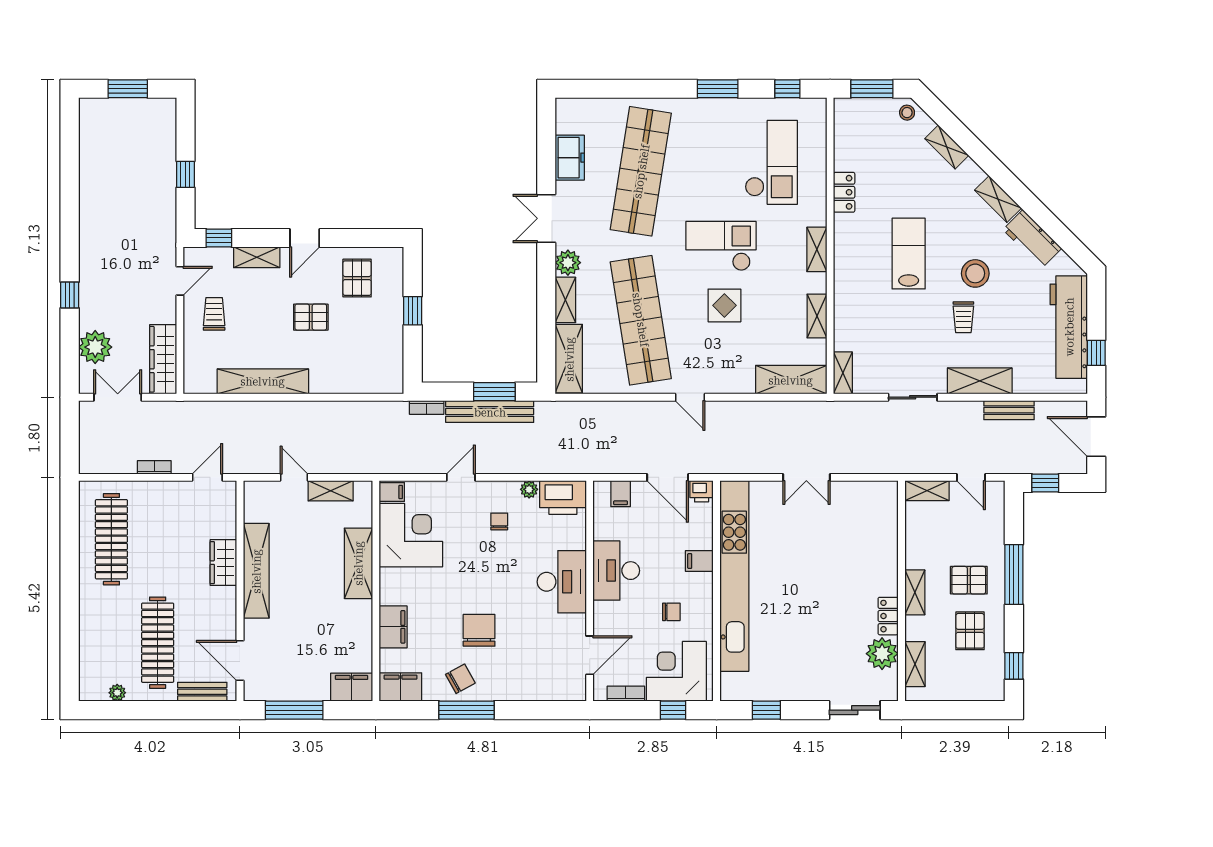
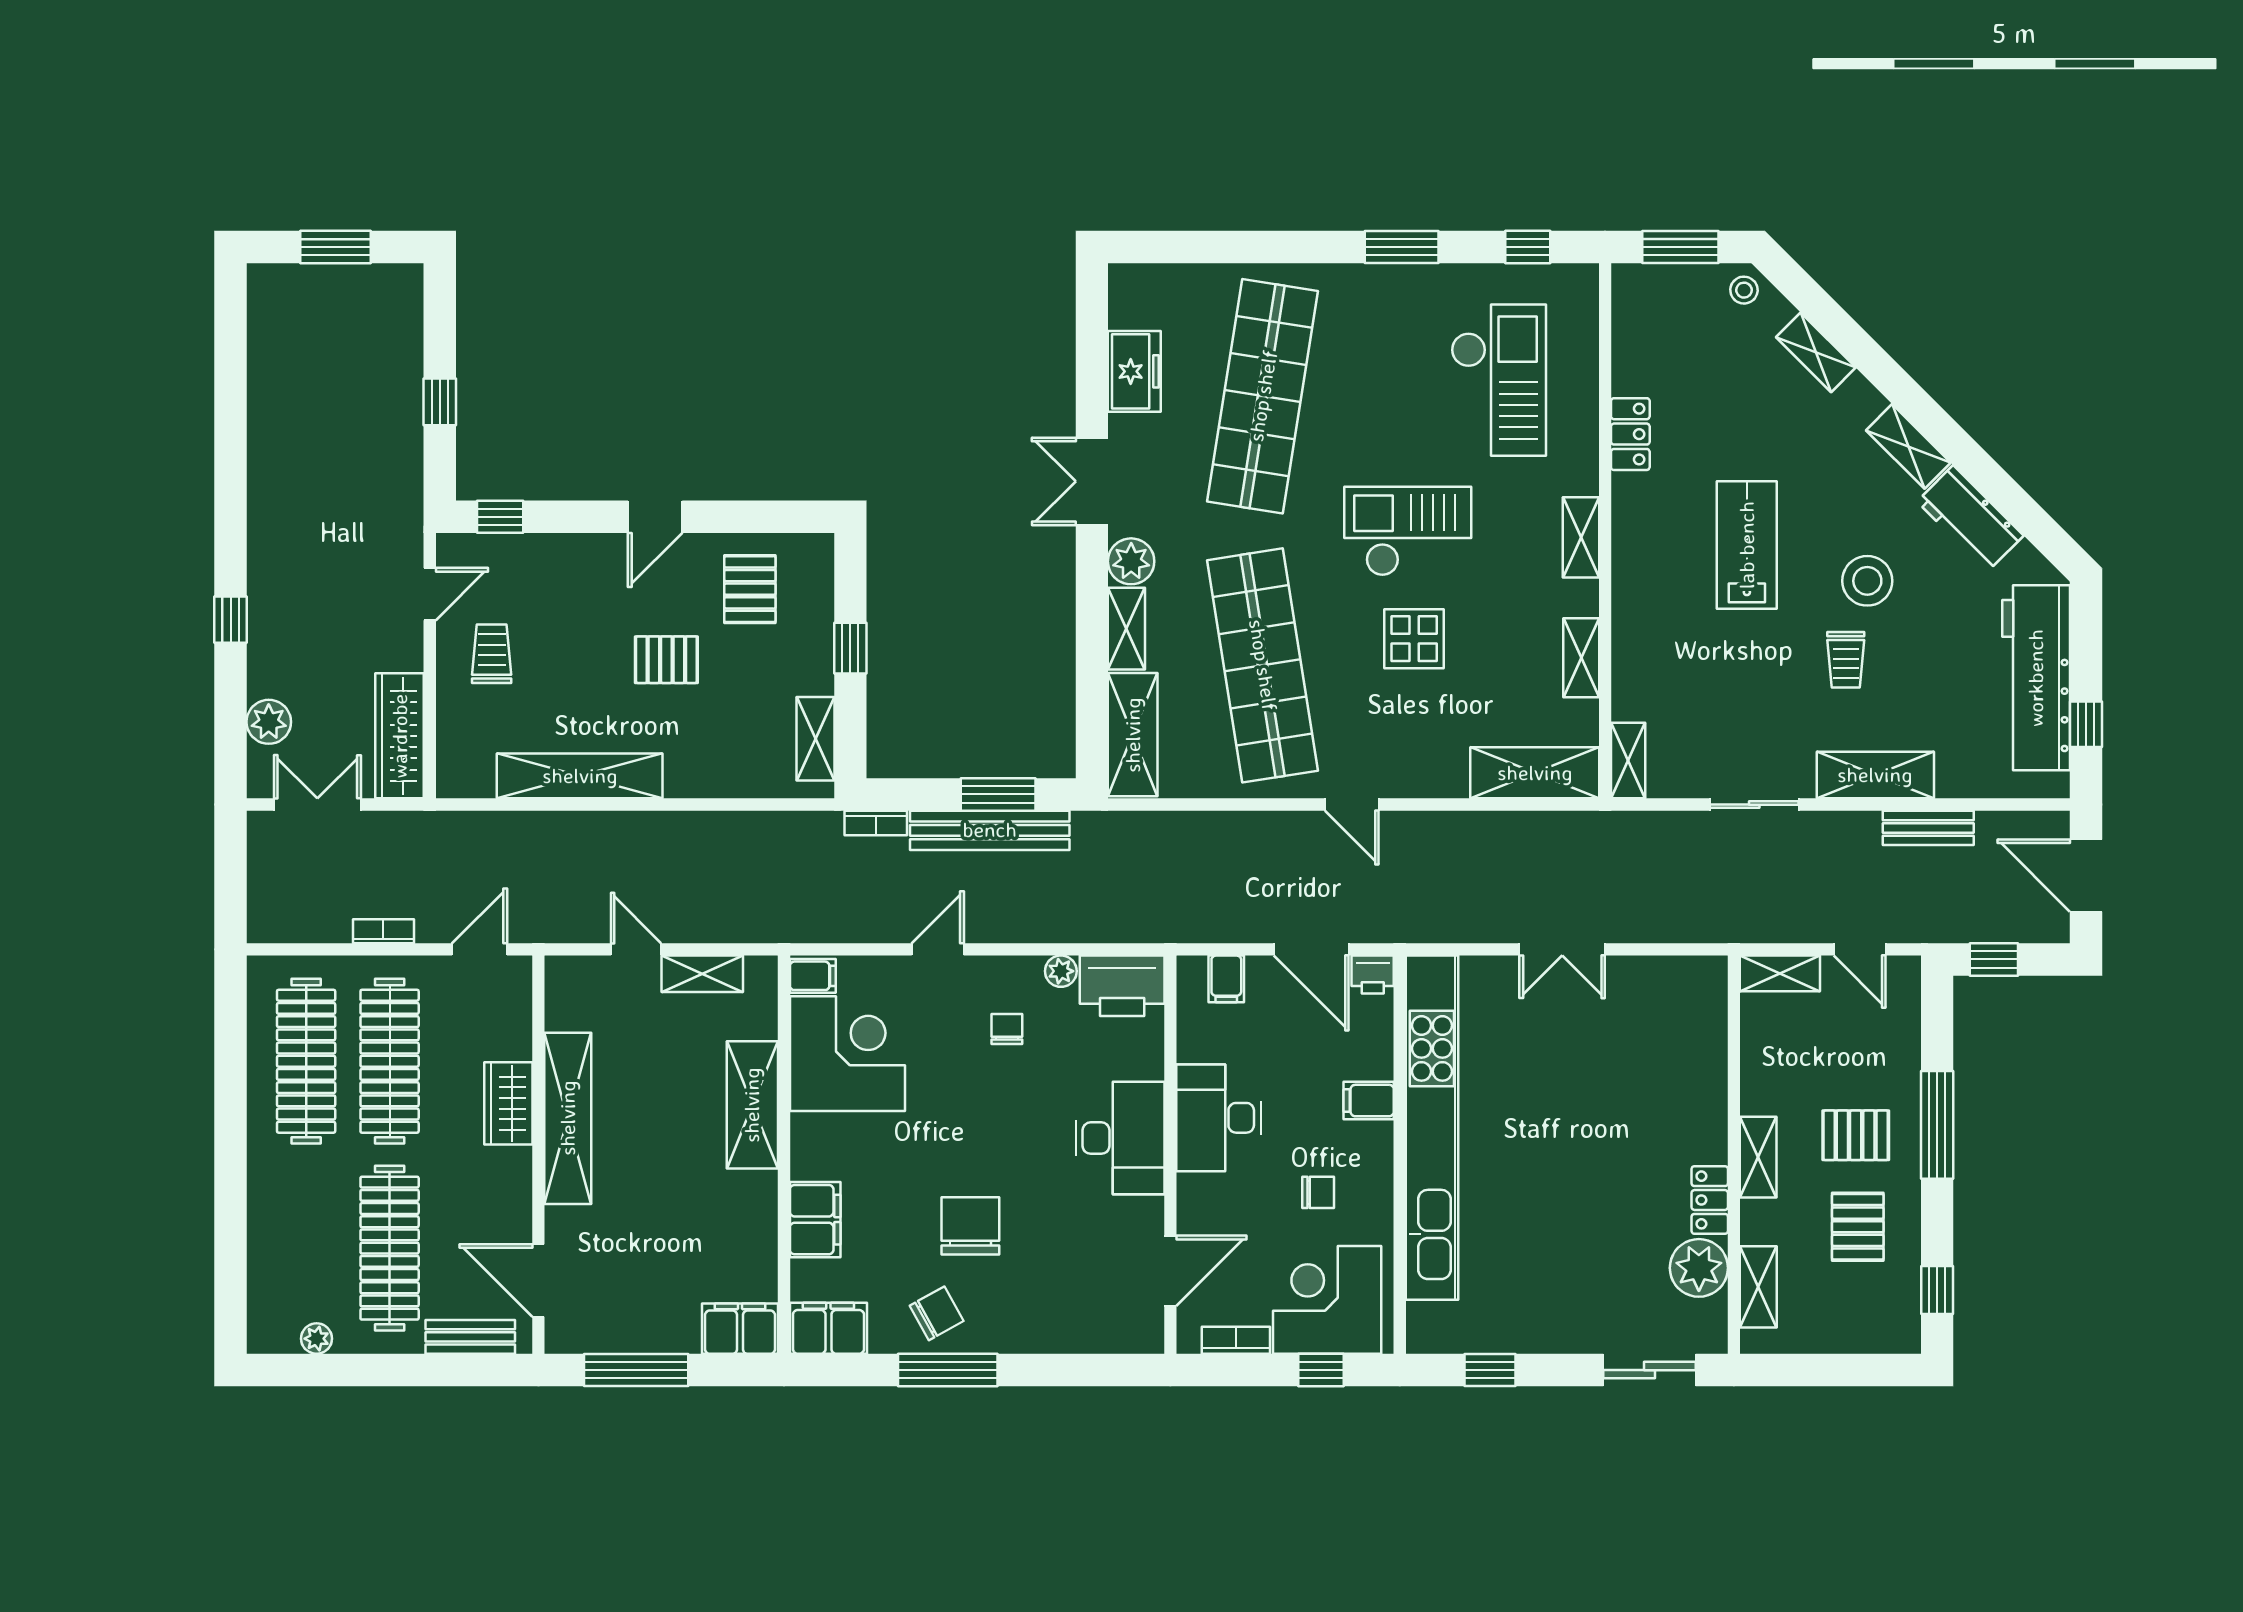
shelving: (257, 257) -> (815, 739), moved, turned 90
plant: (95, 347) -> (269, 722), width x0.73, depth x0.73
clothes rail: (158, 539) -> (390, 1061), added

